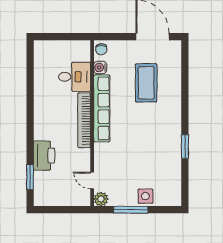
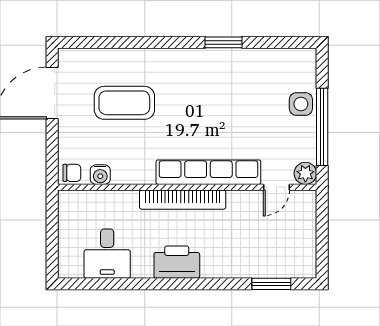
desk: (74, 77) -> (107, 254), moved, turned 180
row of seats: (102, 108) -> (208, 172), moved
printer: (44, 156) -> (177, 262), moved
window: (131, 210) -> (322, 127), width x1.46

